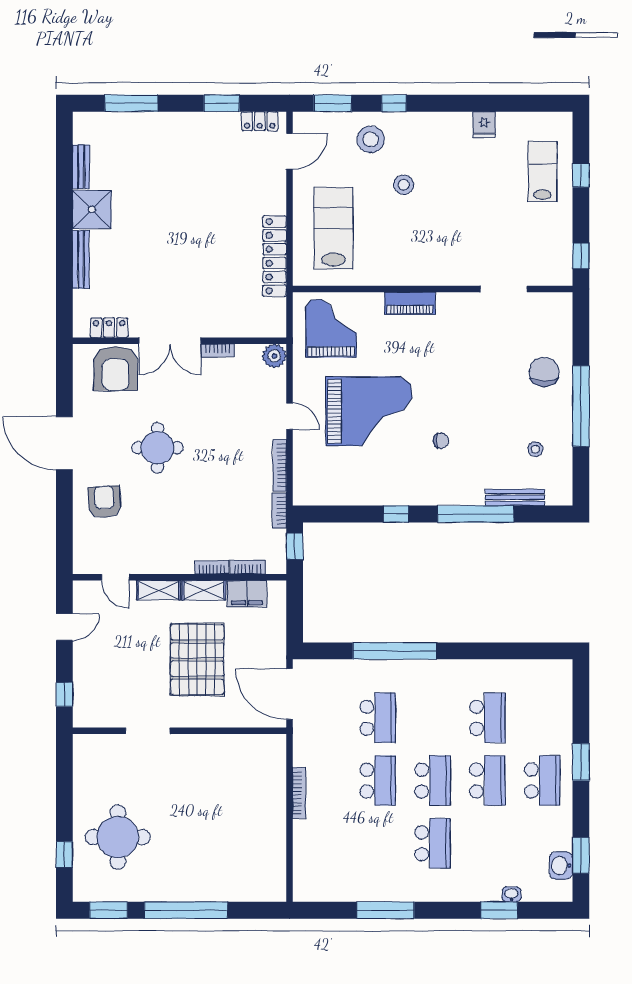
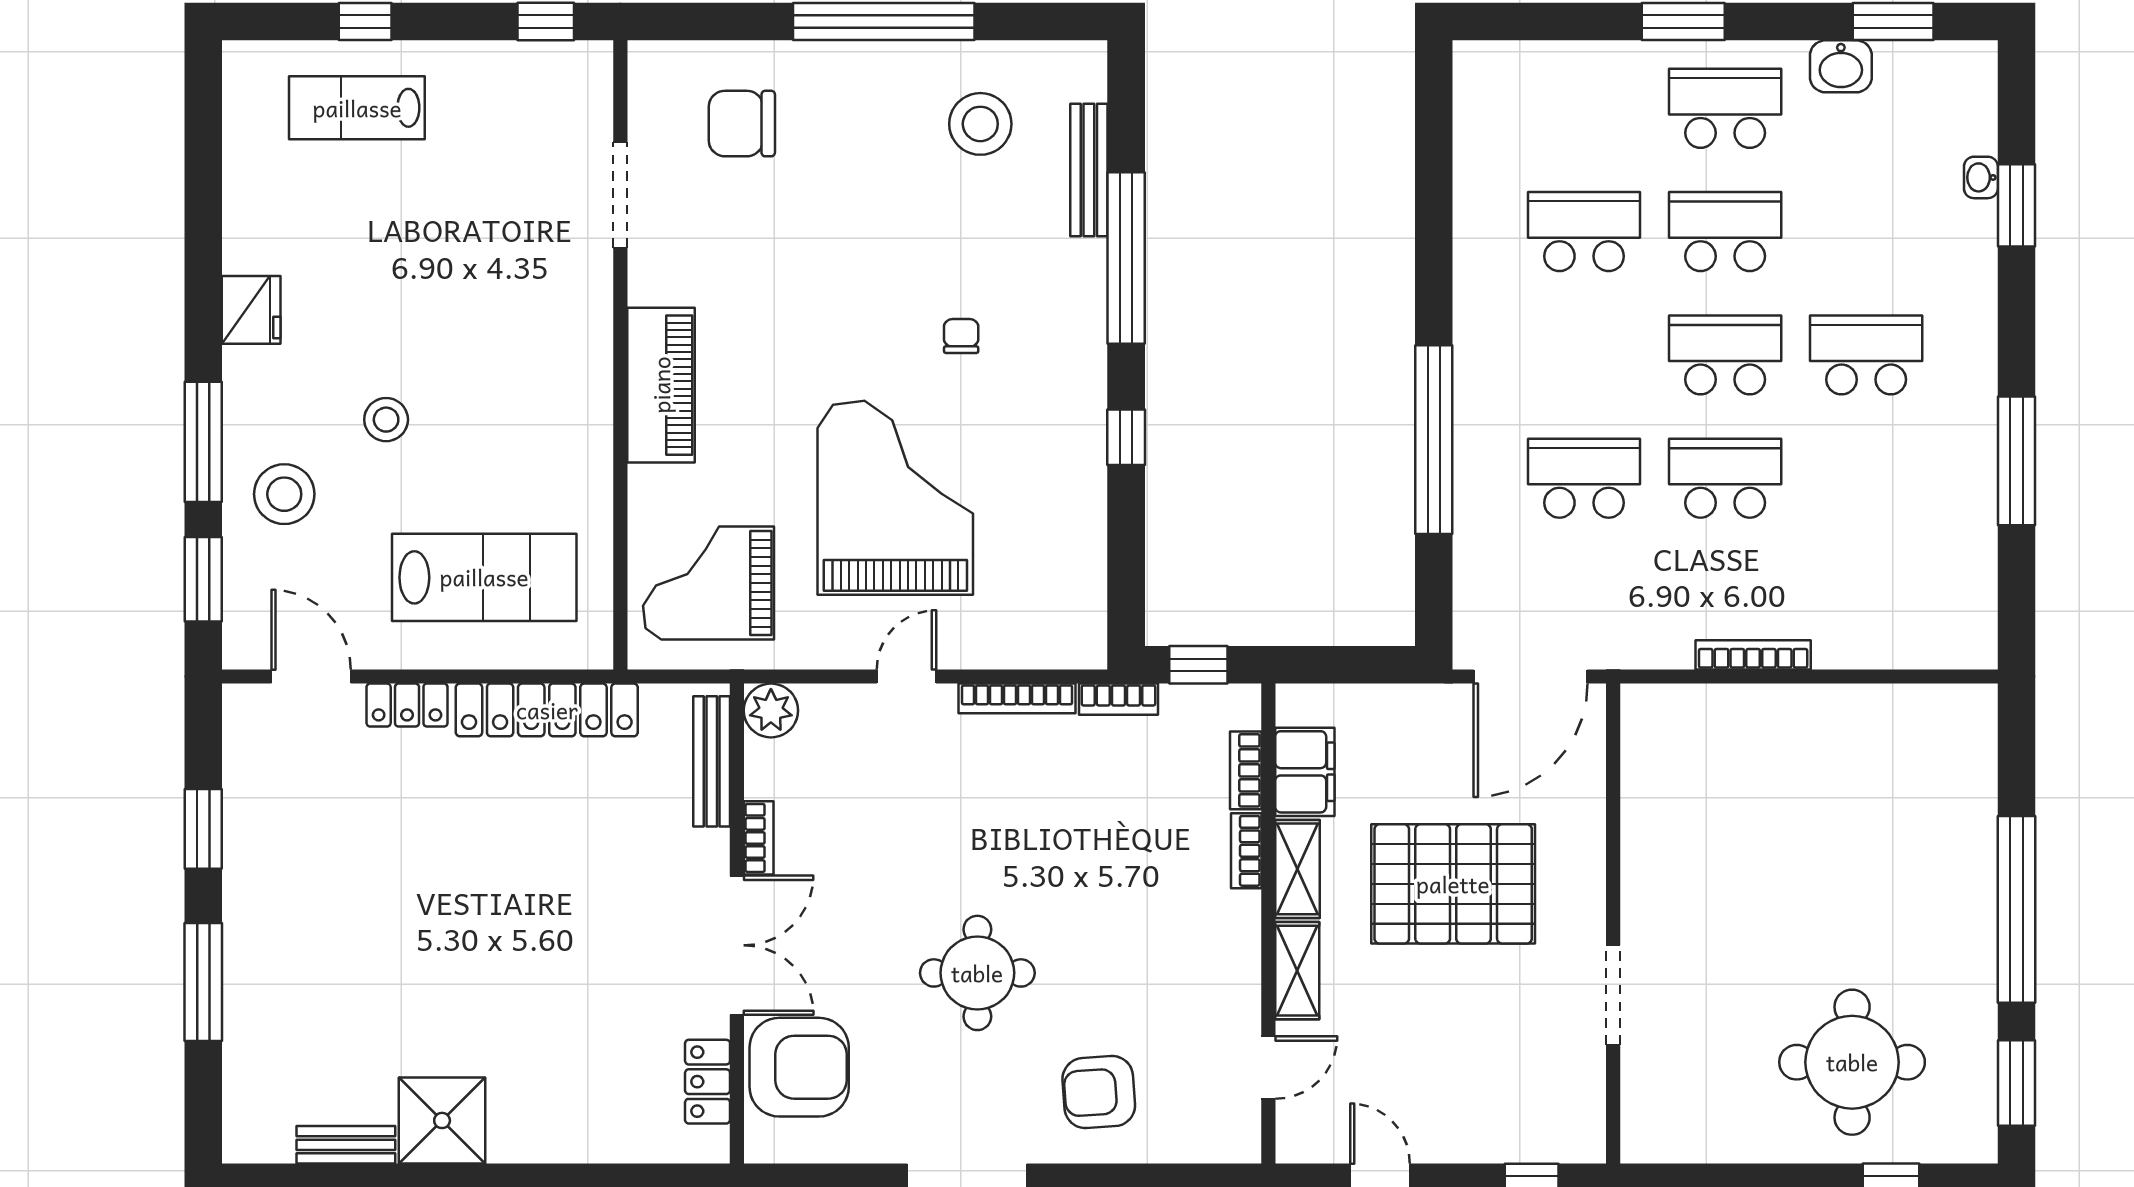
window: (131, 103) -> (203, 982), moved
window: (394, 103) -> (203, 442), width x2.17
locker: (260, 121) -> (407, 705), moved, turned 90
fridge: (484, 125) -> (251, 310), moved, width x1.38
lab bench: (334, 228) -> (484, 577), turned 180
bench: (81, 259) -> (712, 761), moved, turned 90
piano: (410, 303) -> (661, 385), width x1.37, depth x1.33
chair: (544, 372) -> (742, 124), moved
stool: (535, 449) -> (980, 124), width x1.89, depth x1.89
washbasin: (561, 866) -> (1841, 66), moved

